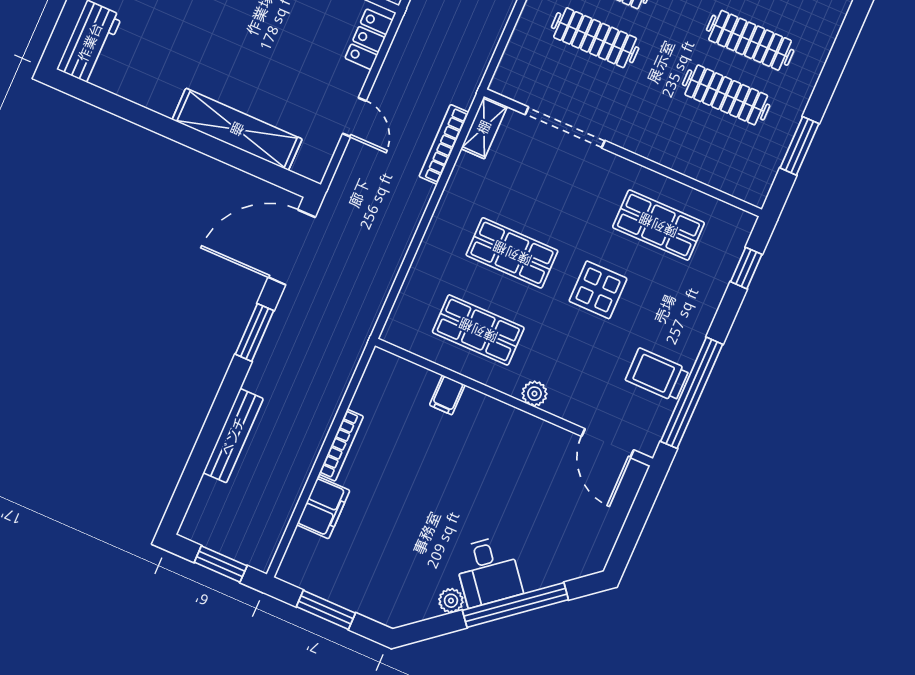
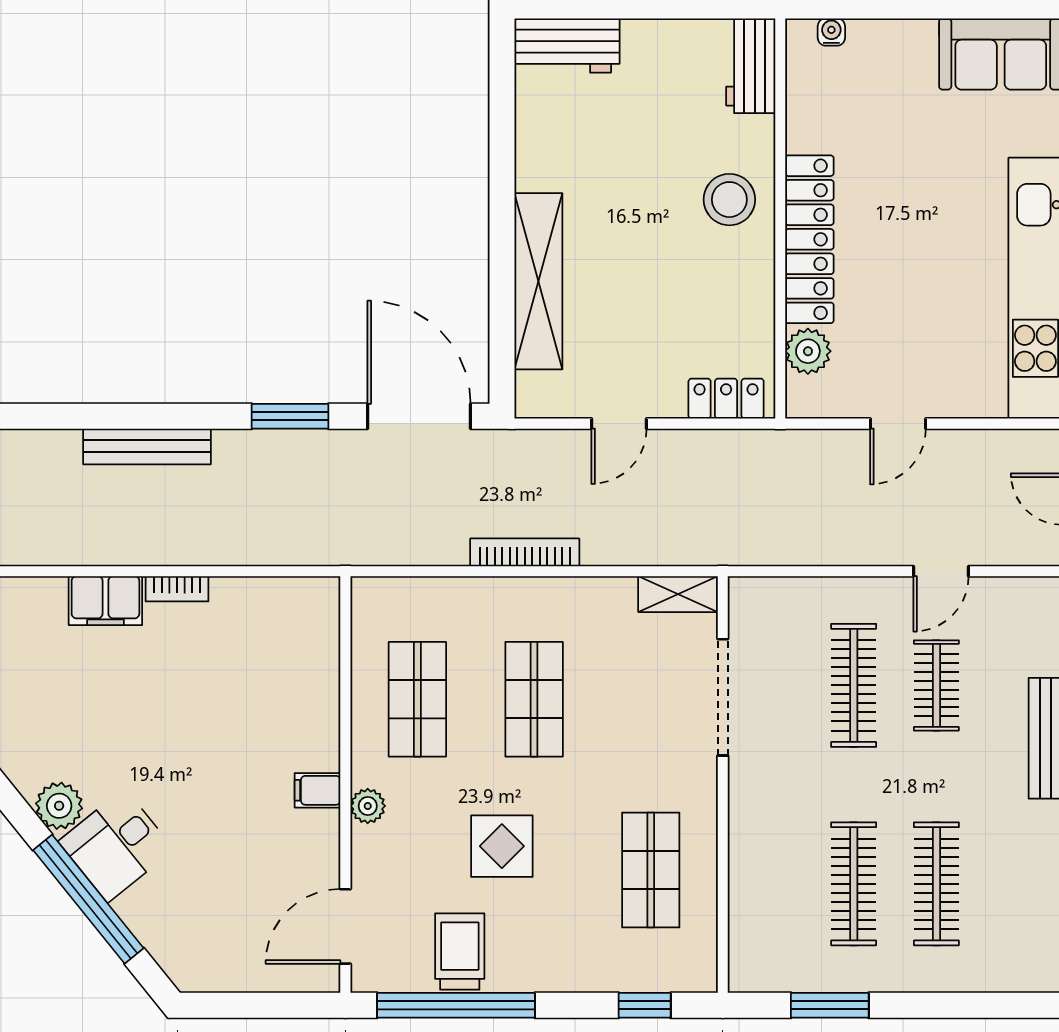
bookcase: (444, 144) -> (525, 552), moved
display table: (598, 290) -> (502, 846), moved
filing cabinet: (447, 395) -> (317, 790), moved
bookcase: (341, 445) -> (177, 589), width x0.64
plant: (451, 601) -> (59, 806), width x1.38, depth x1.38

